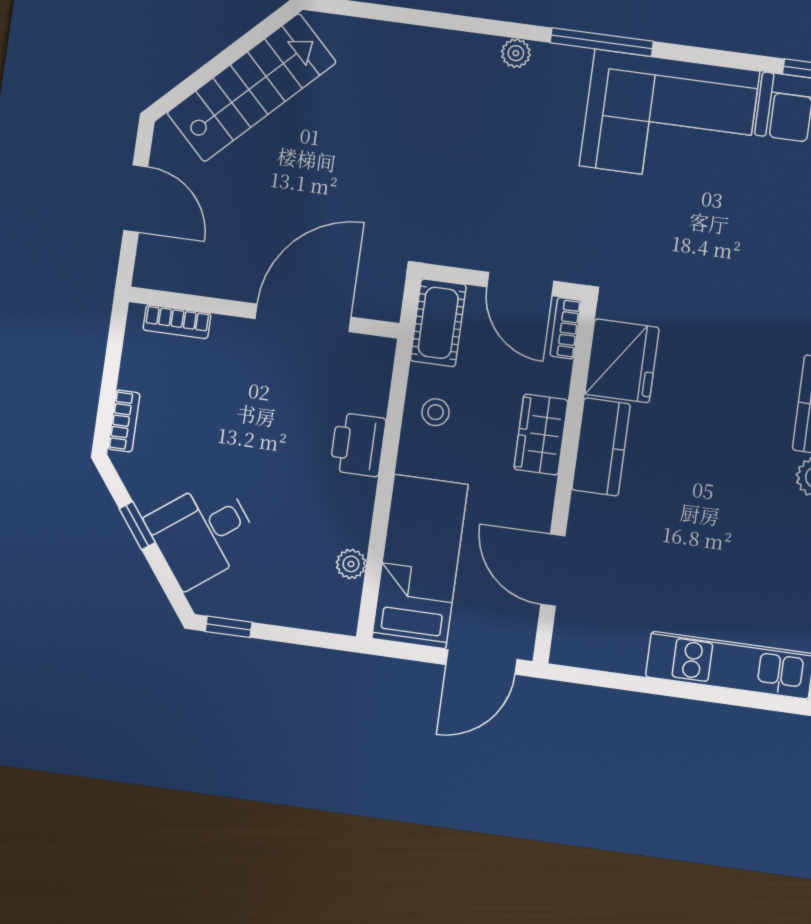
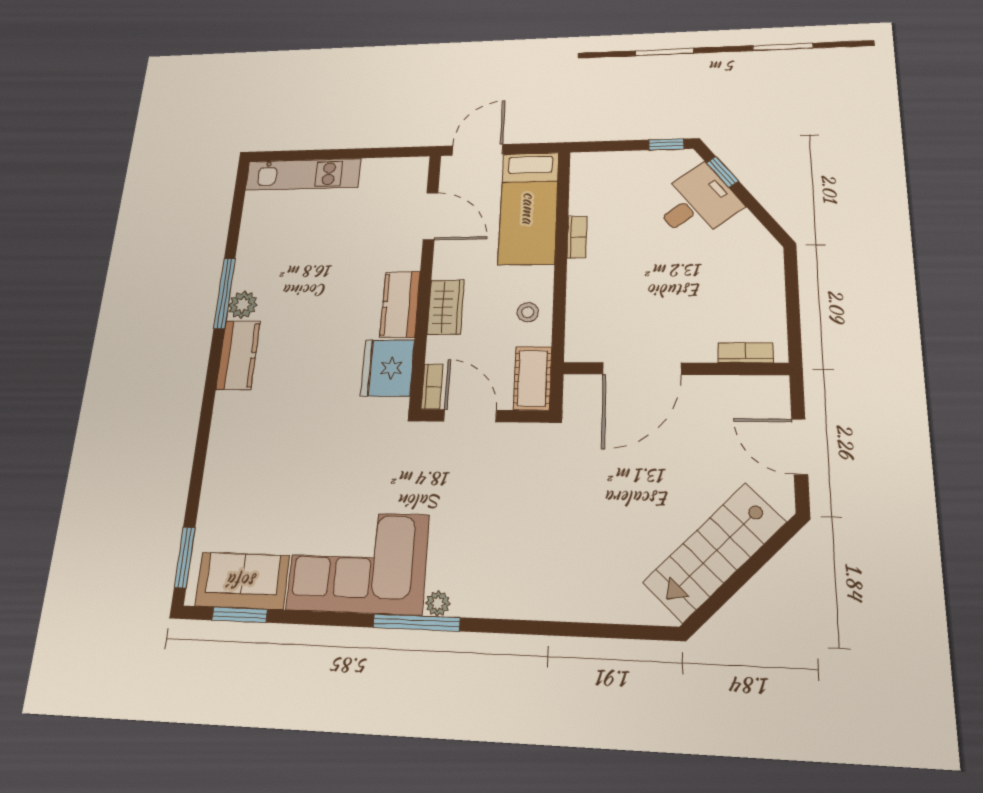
plant: (516, 53) -> (438, 604), moved
bookcase: (124, 421) -> (577, 237), moved, turned 180
printer: (358, 445) -> (585, 281), removed
window: (137, 526) -> (722, 172), moved
plant: (351, 564) -> (580, 199), removed

